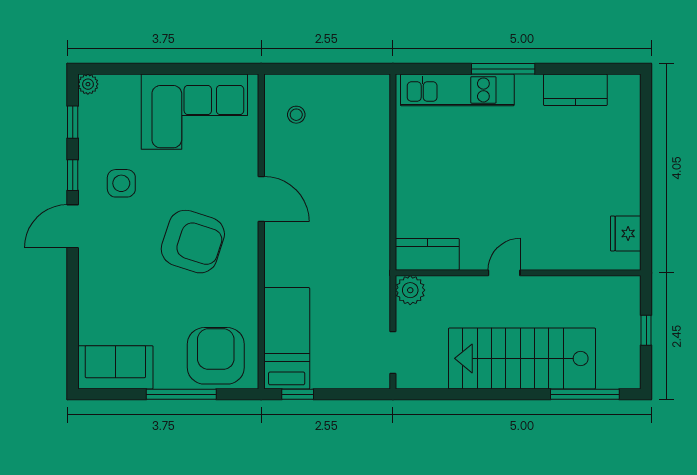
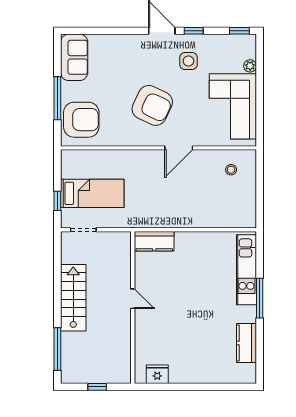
plant: (88, 84) -> (250, 66), moved
window: (73, 122) -> (239, 31), moved
armchair: (193, 242) -> (152, 105), turned -83
kitchen counter: (427, 254) -> (154, 241), moved, turned 90
plant: (410, 290) -> (122, 240), removed
bed: (287, 338) -> (92, 193), moved
stairs: (522, 358) -> (73, 298), width x0.73, depth x0.66
window: (298, 394) -> (57, 201), moved

